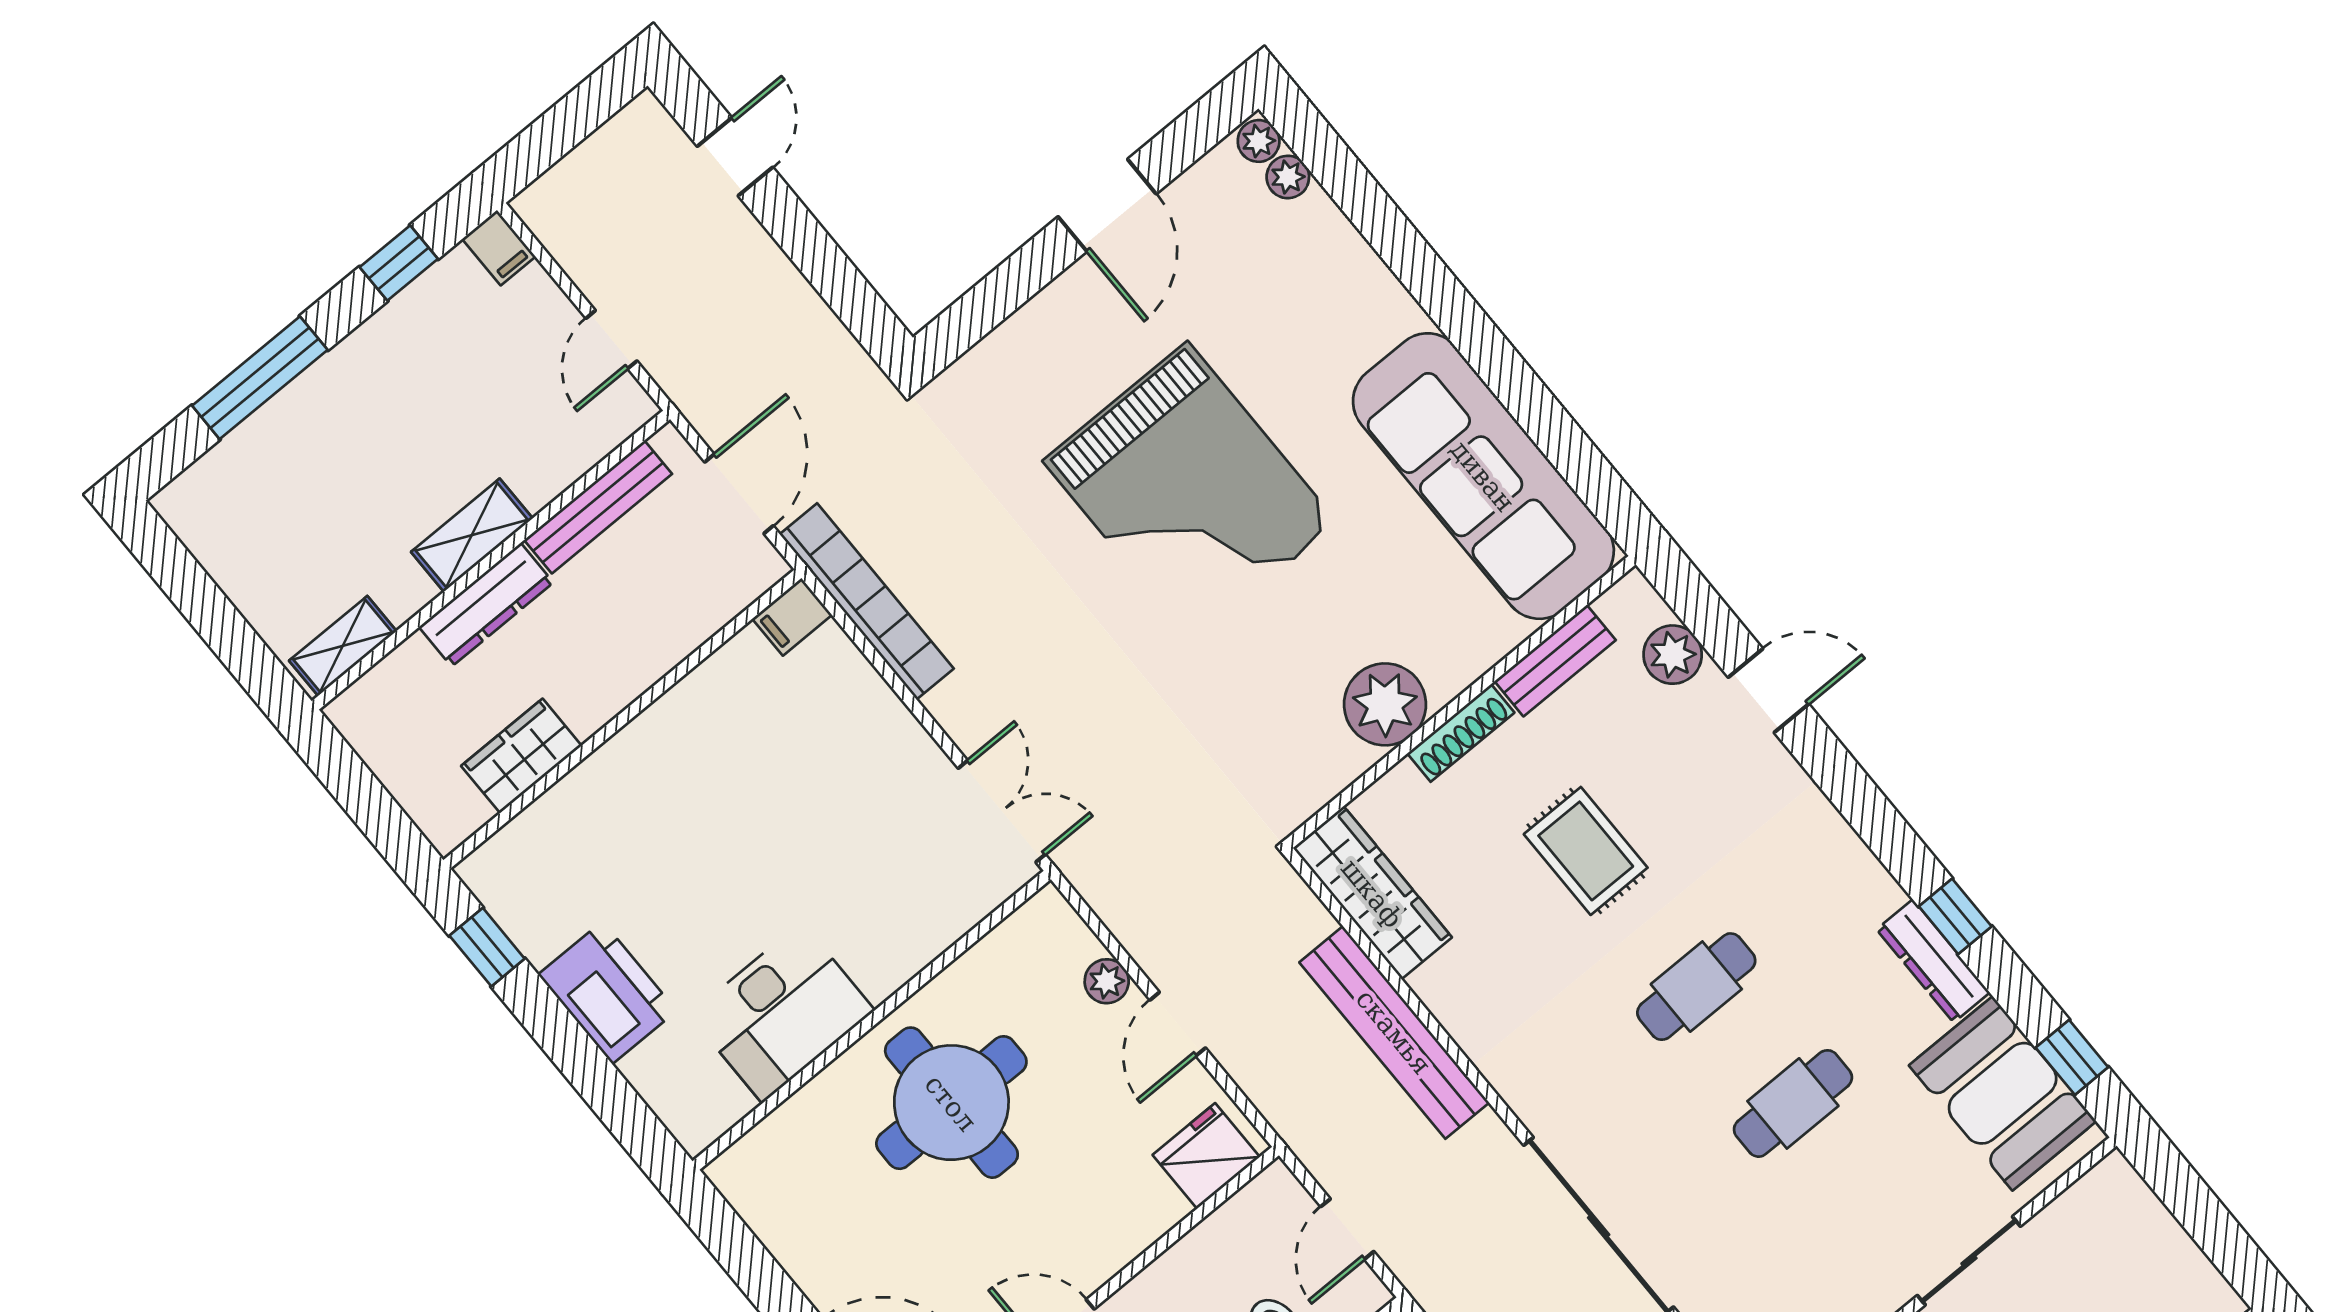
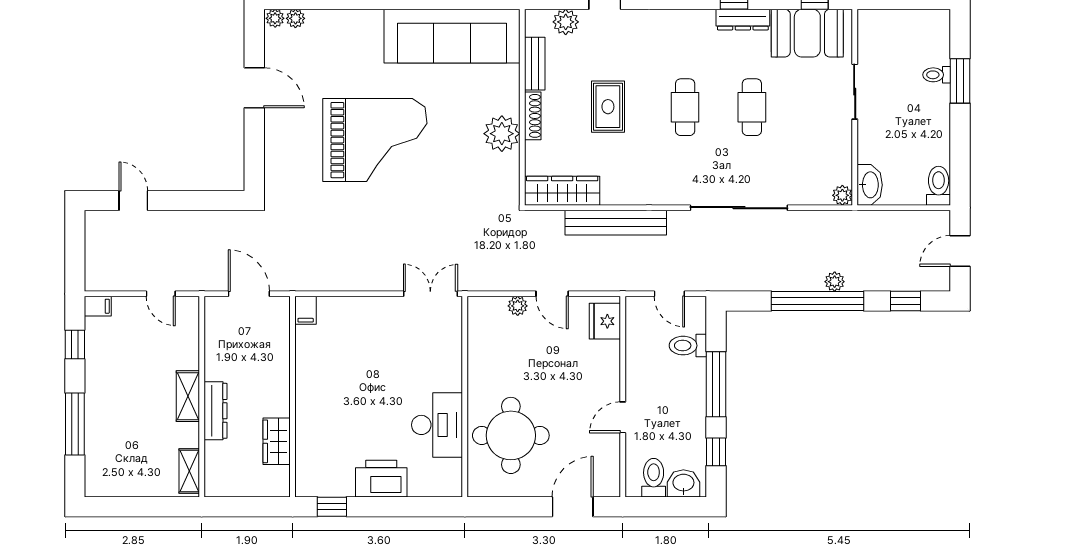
bench: (598, 507) -> (214, 345), removed
bookcase: (867, 601) -> (321, 281), removed
rug: (1586, 851) -> (608, 107), turned 90
round table: (951, 1103) -> (511, 435), moved

